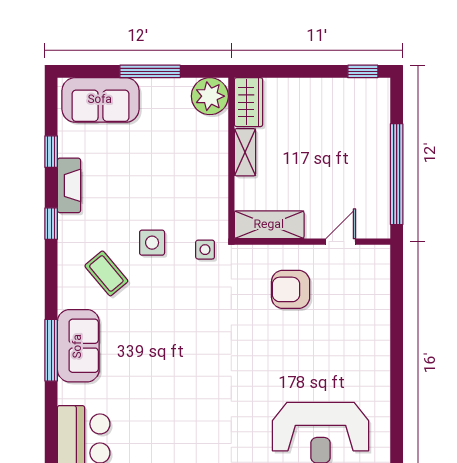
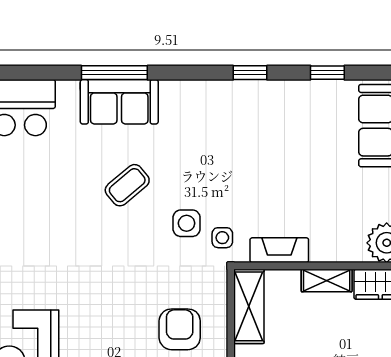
fireplace: (69, 185) -> (279, 250), moved, turned 180
side table: (152, 243) -> (187, 223), moved
coffee table: (106, 273) -> (127, 185), moved

